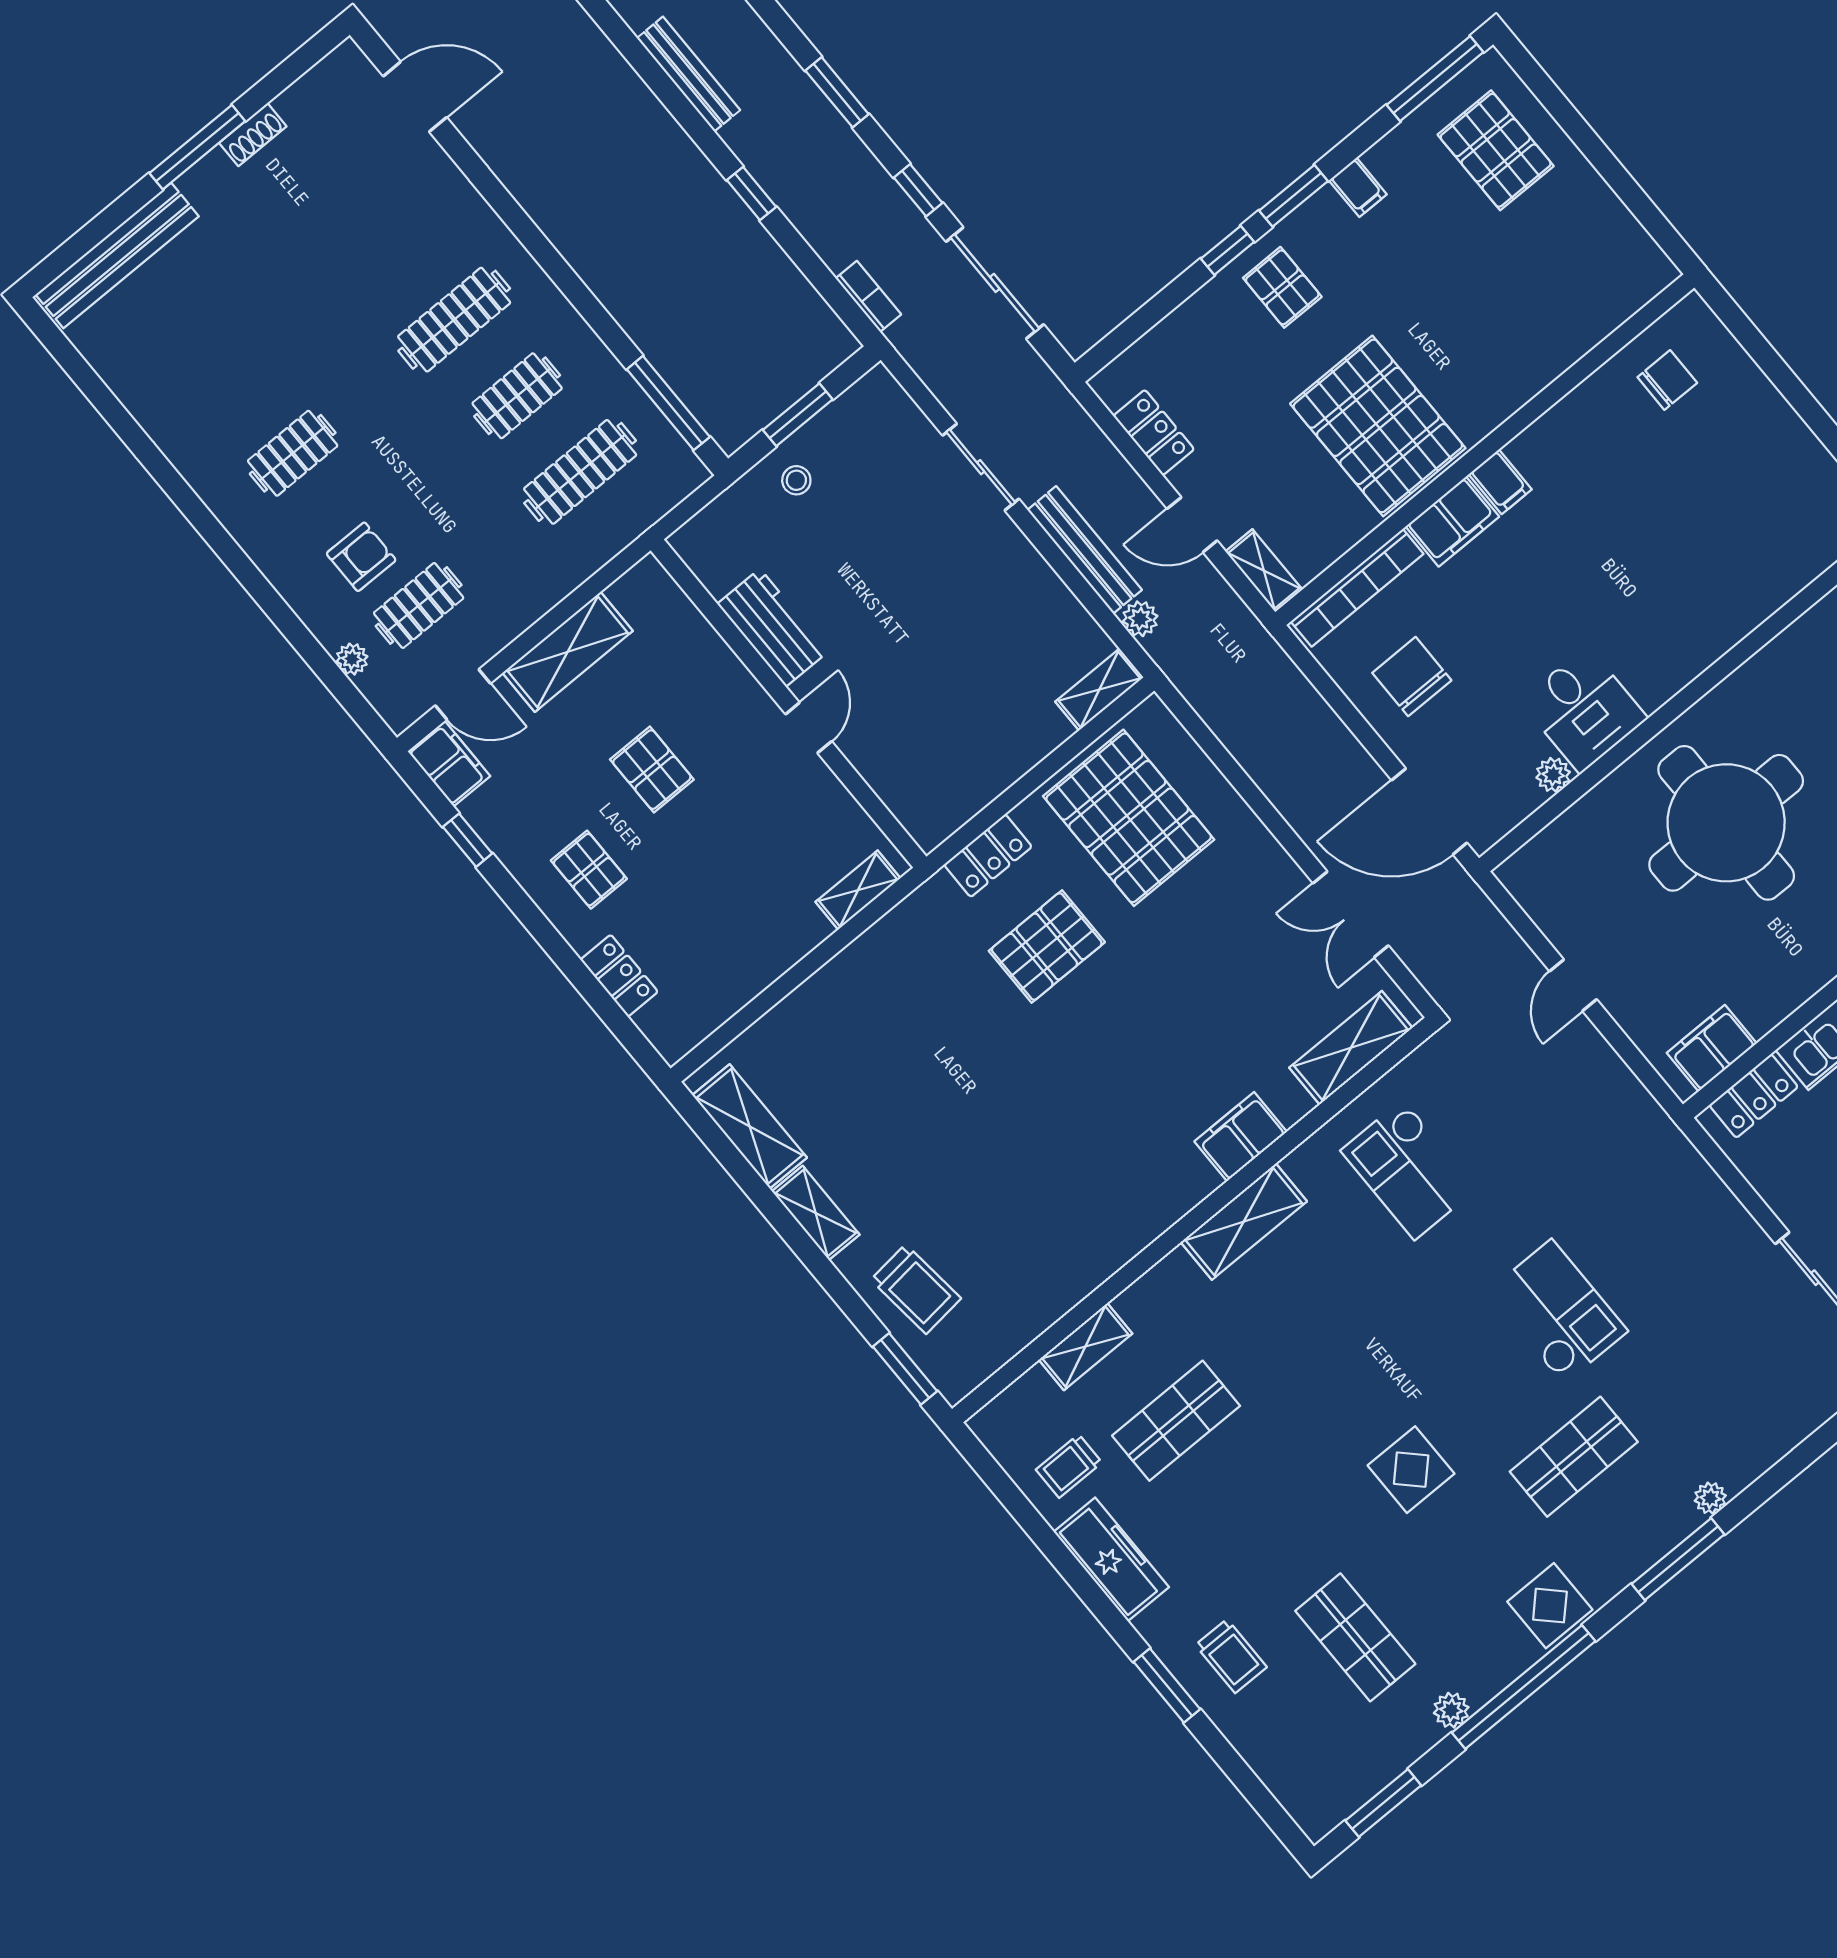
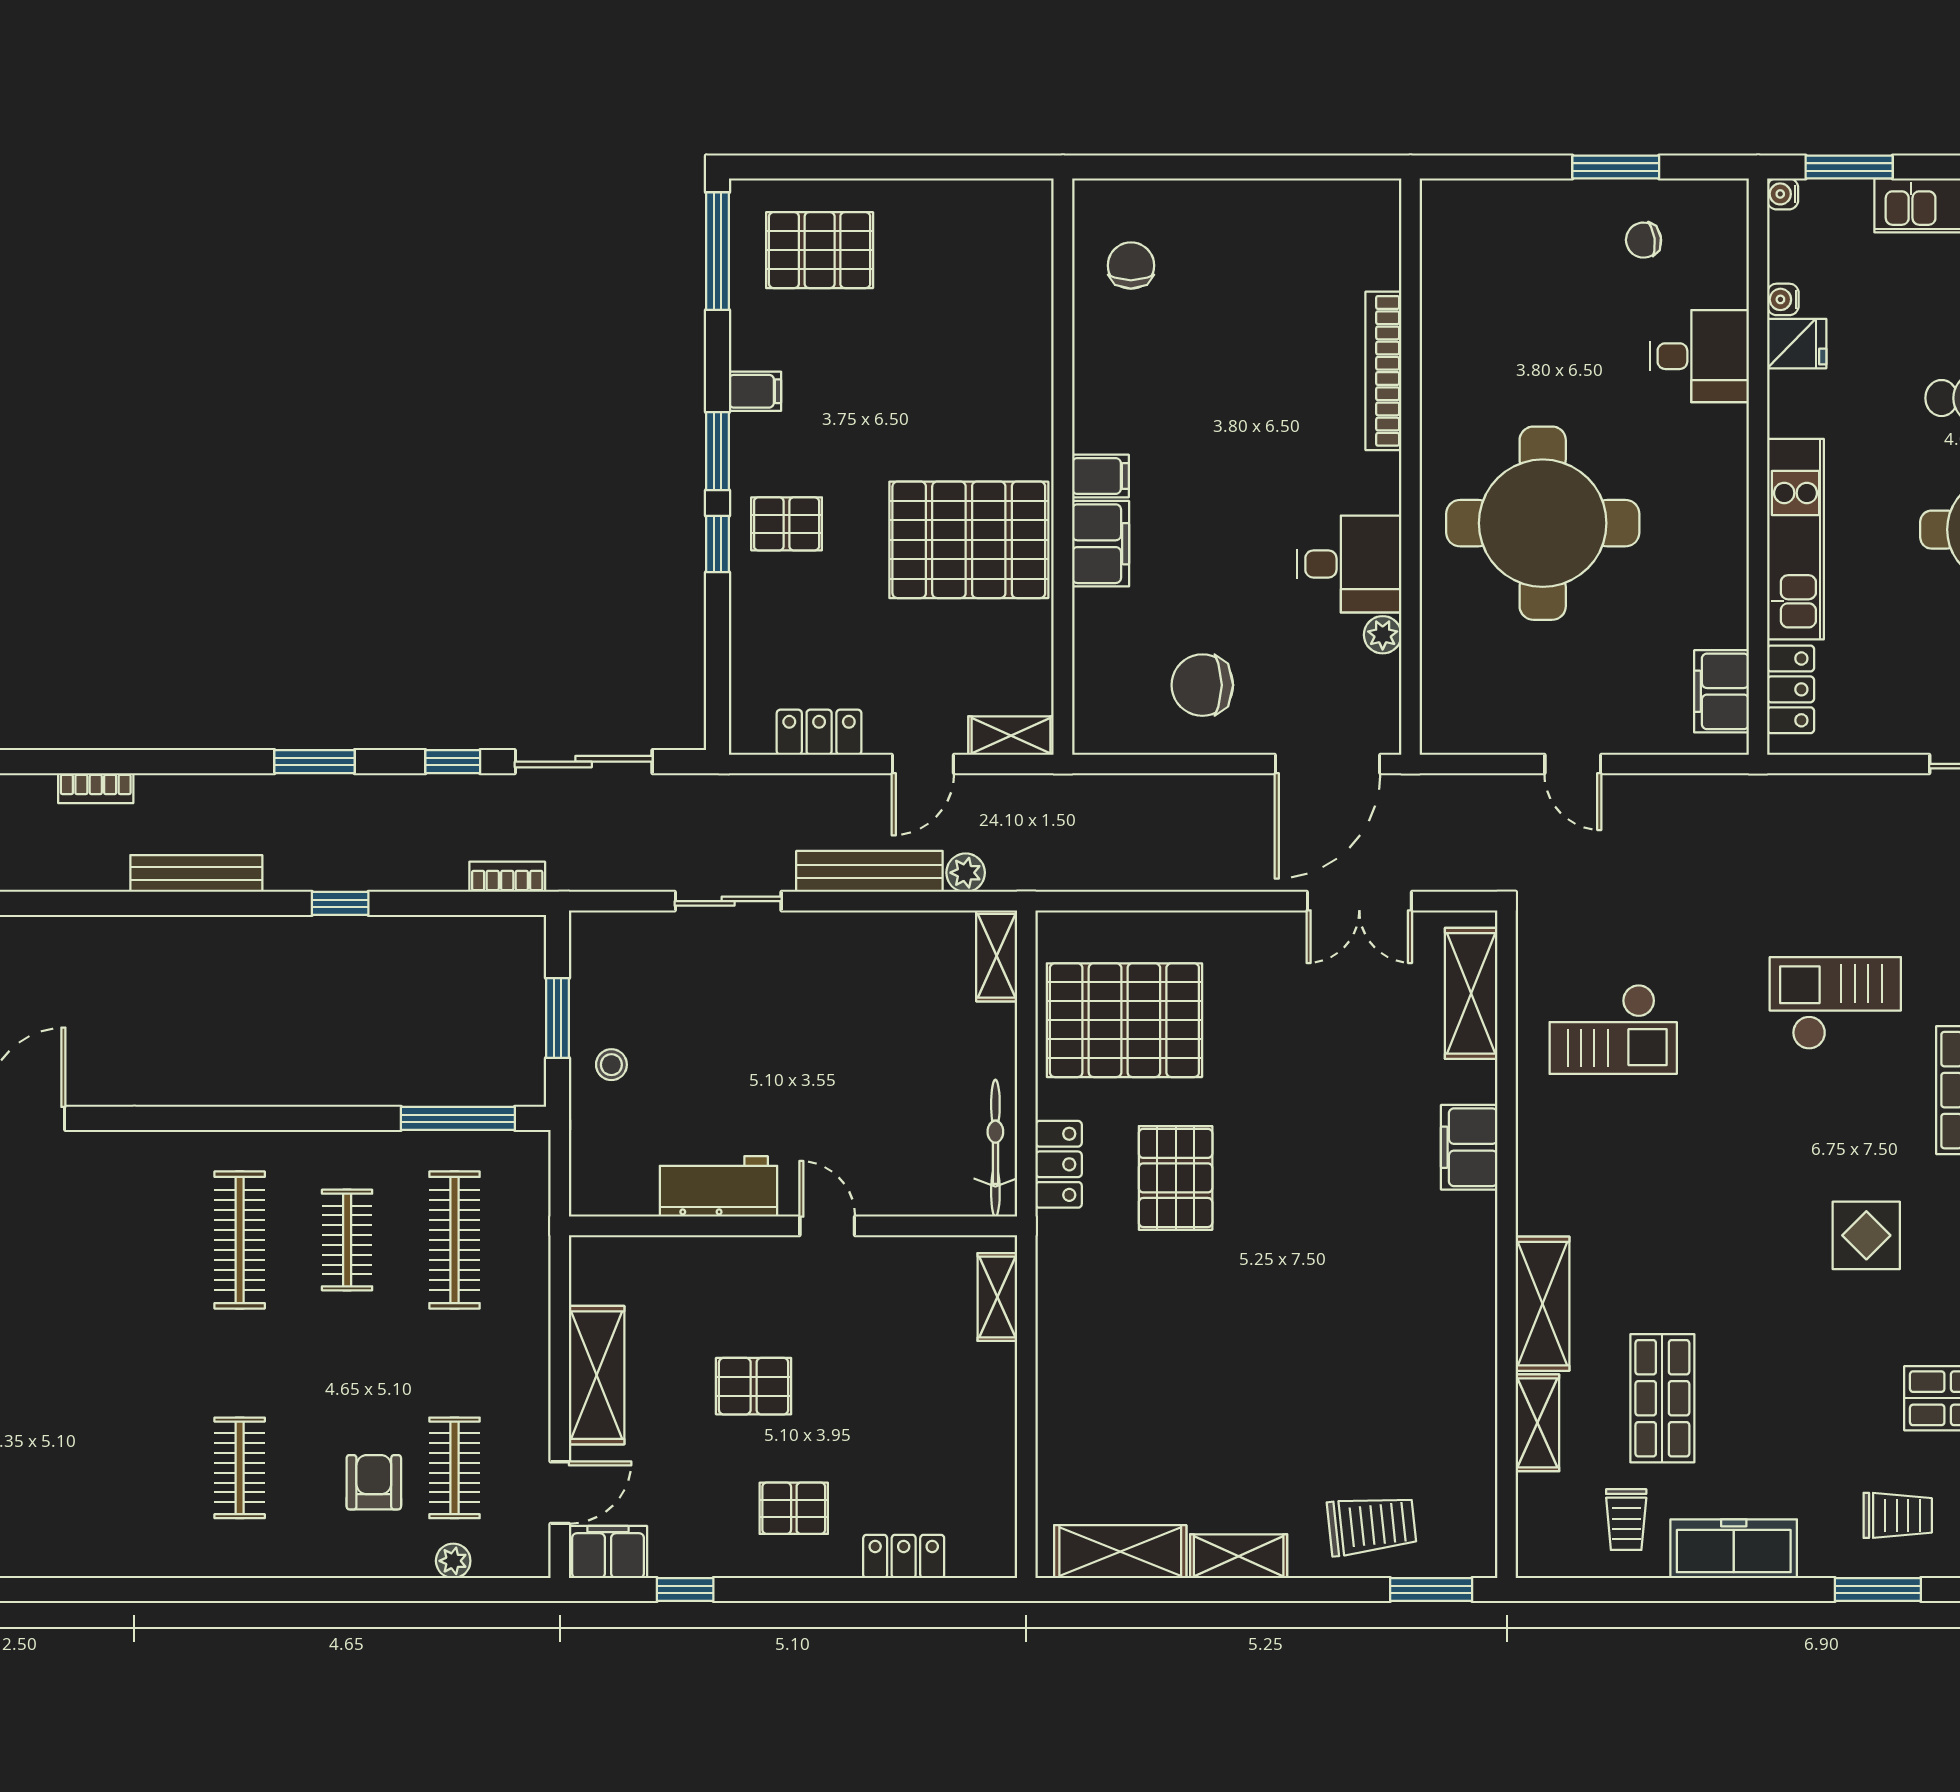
bookcase: (1357, 588) -> (1383, 371), moved, turned 180
bicycle: (962, 801) -> (995, 1148), added
shelving: (1244, 1222) -> (1543, 1304), moved

